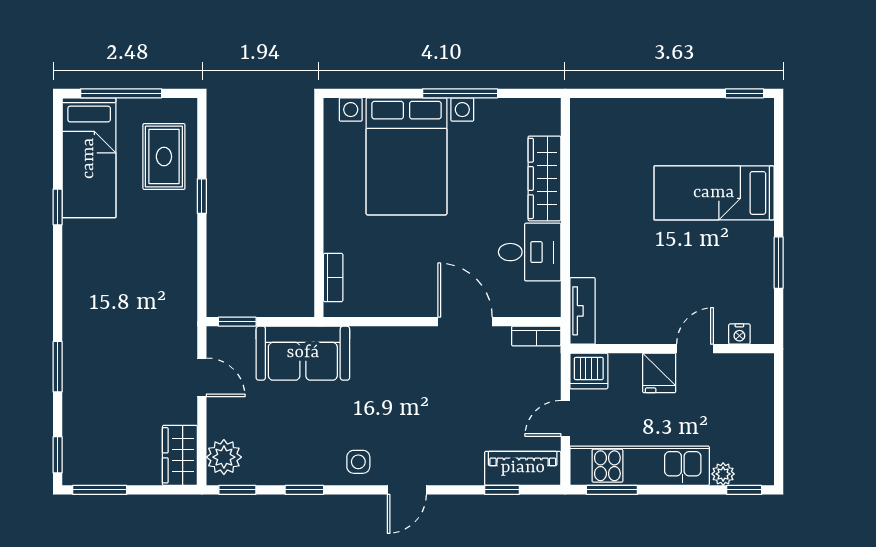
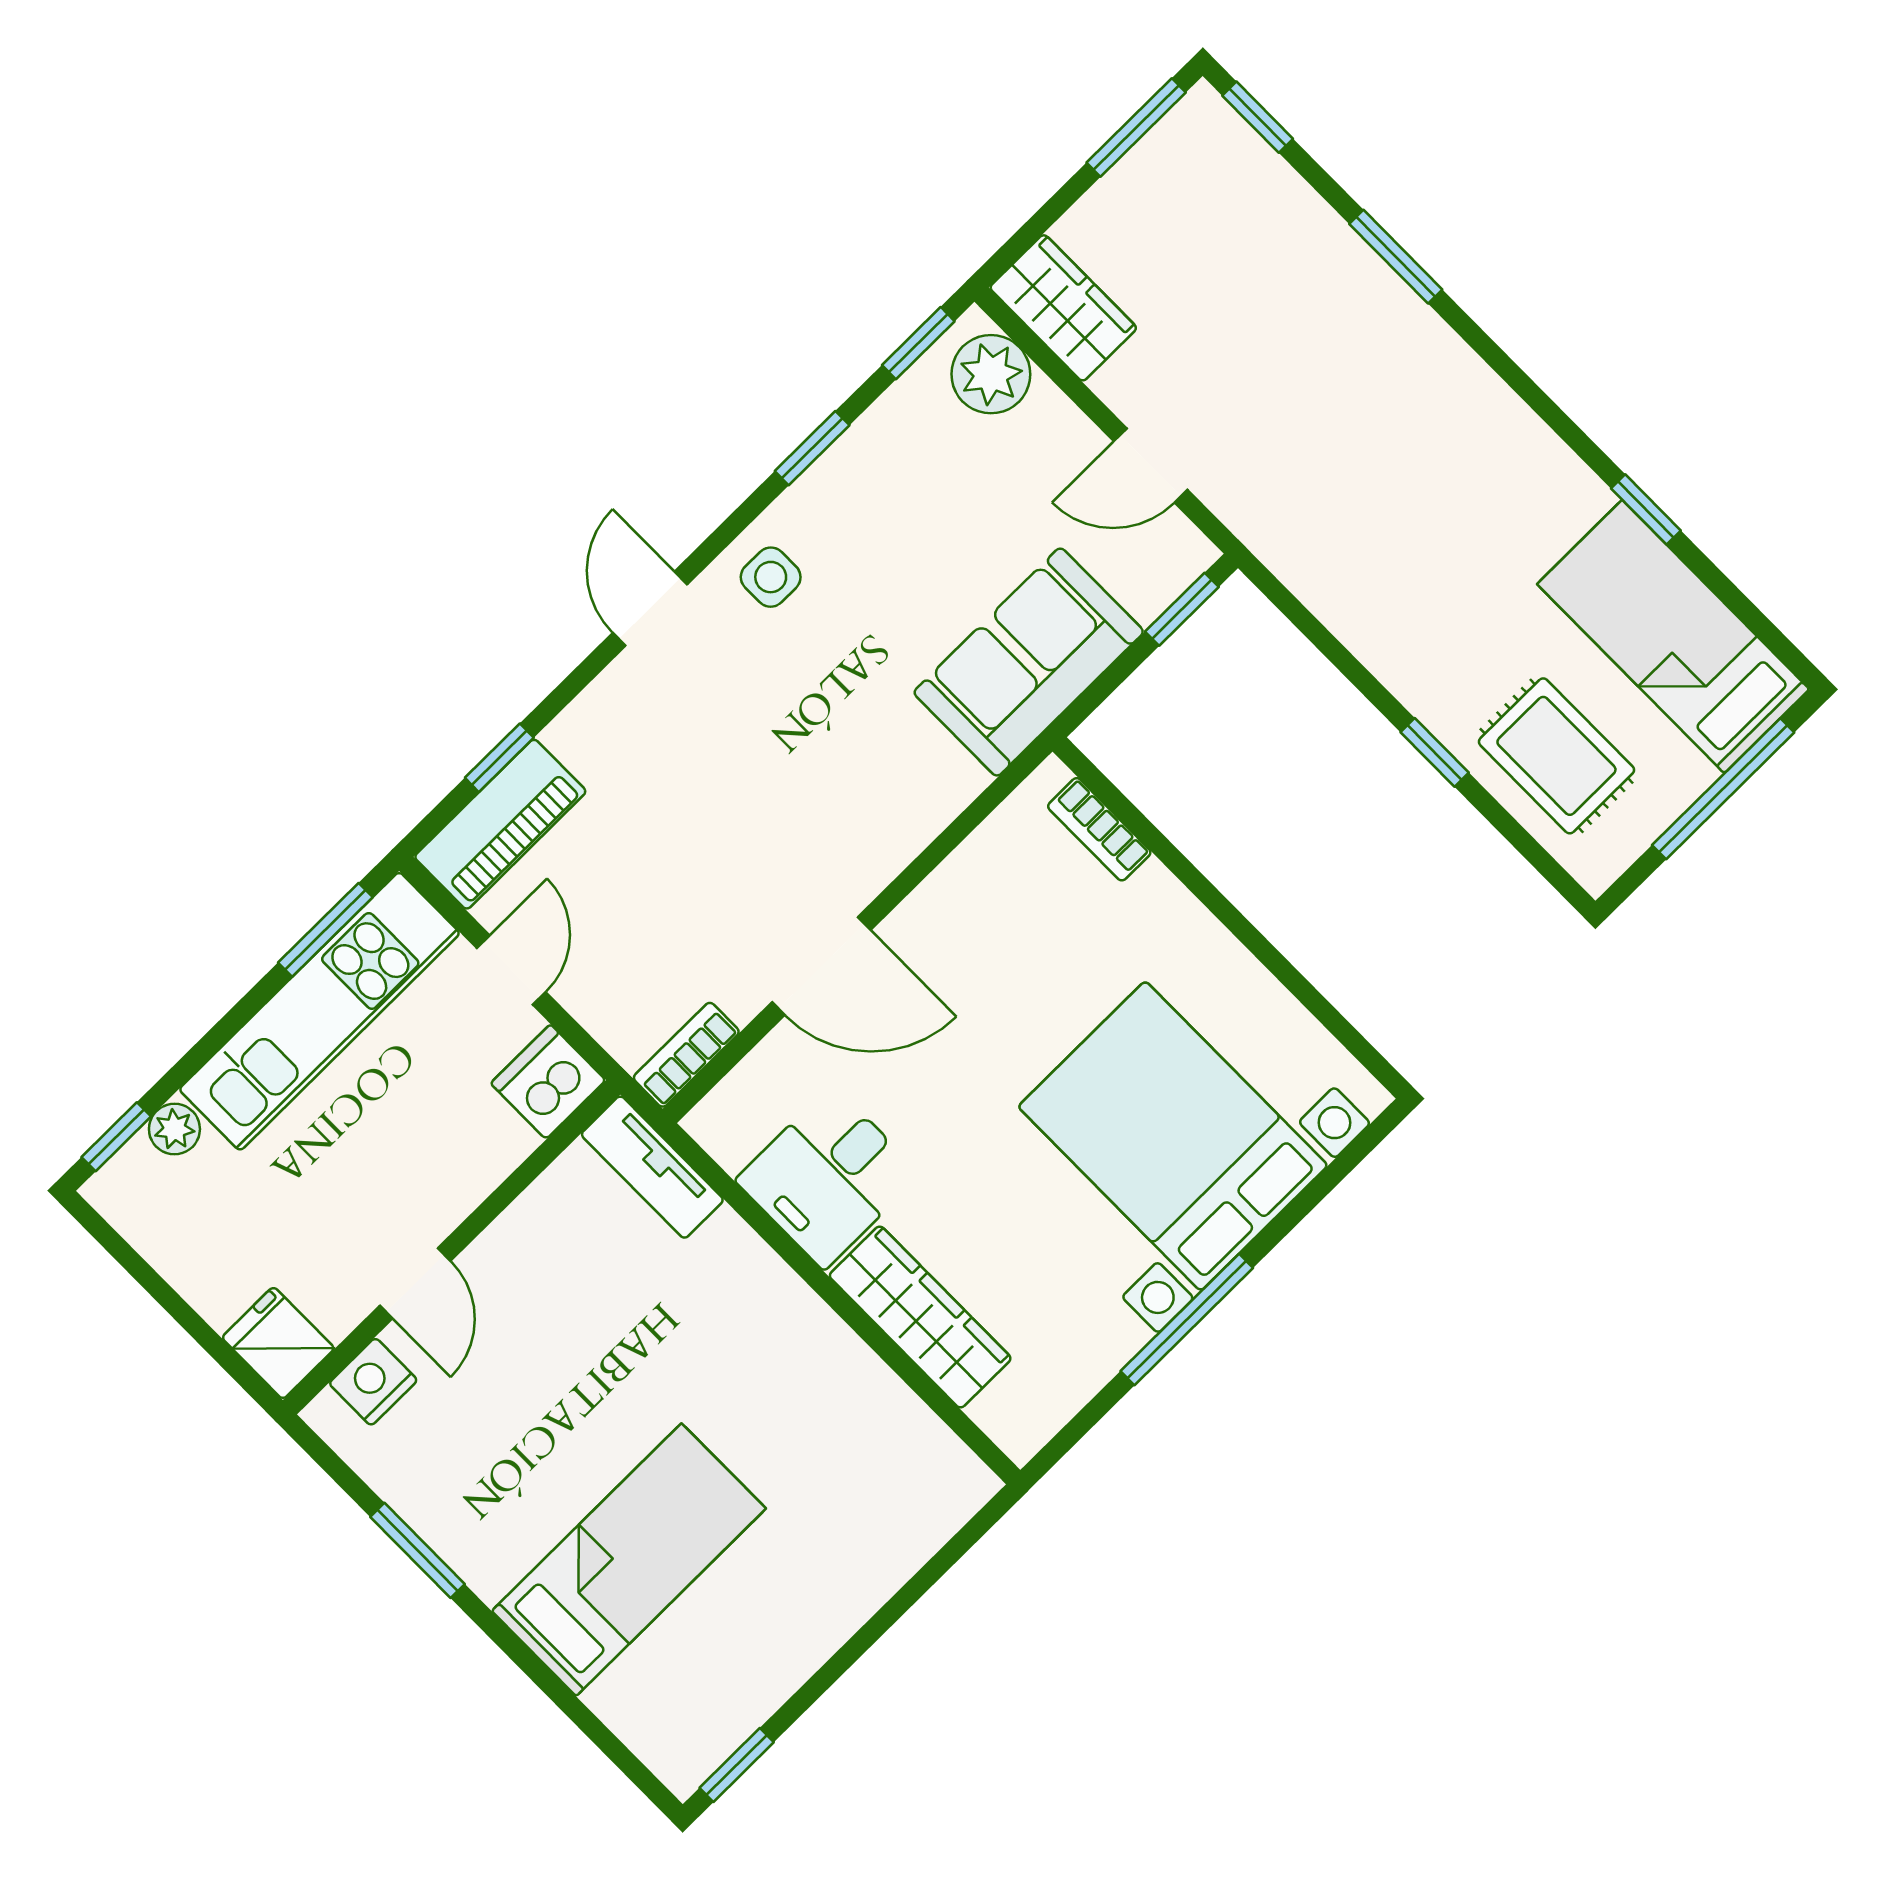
nightstand: (739, 334) -> (373, 1382), width x1.39, depth x1.35
fridge: (659, 373) -> (278, 1343), moved

